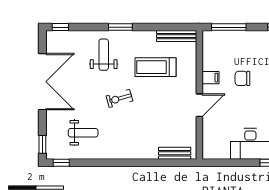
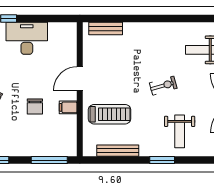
bench: (177, 36) -> (118, 151), moved
treadmill: (155, 67) -> (110, 114), moved
chair: (242, 78) -> (35, 107), turned 90

